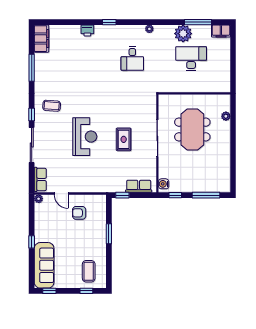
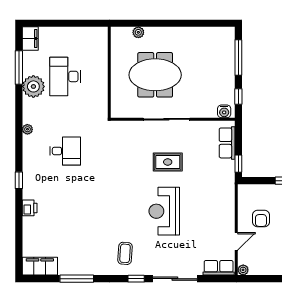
reception desk: (85, 137) -> (164, 211), turned -90

